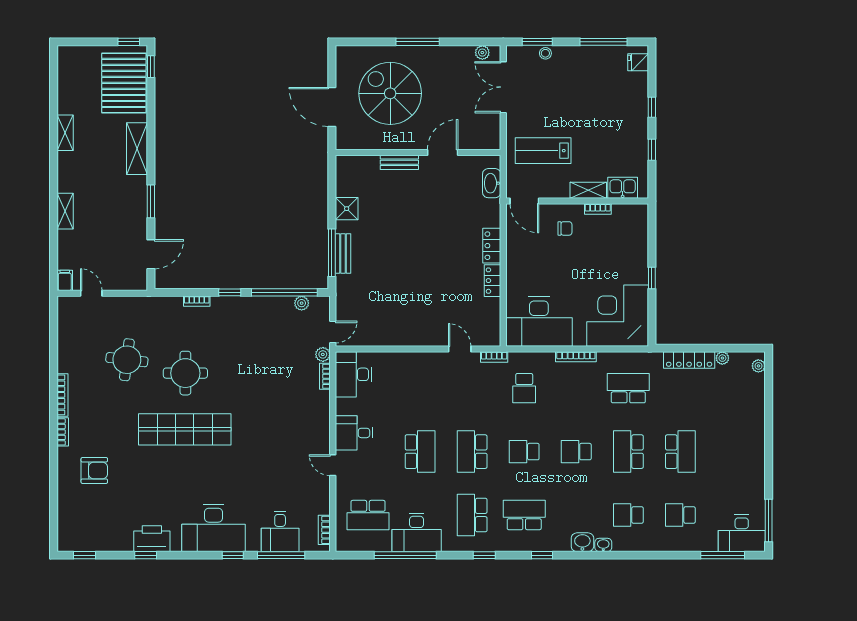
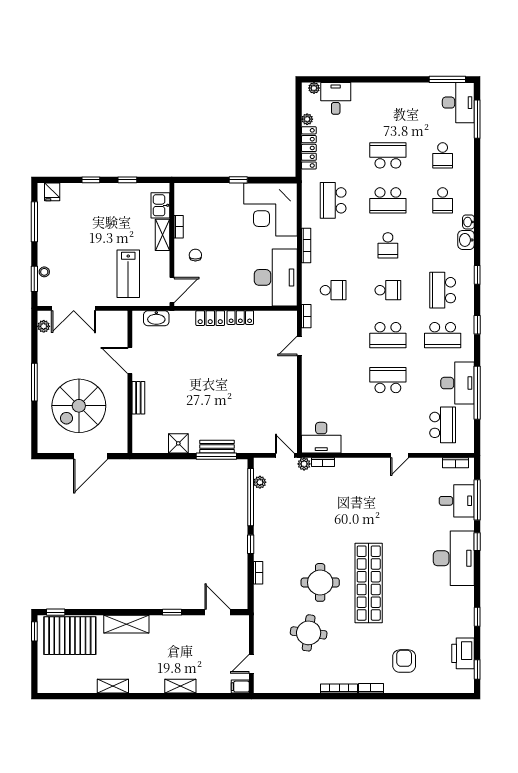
window: (151, 201) -> (172, 612), width x0.67
desk: (354, 433) -> (336, 98), moved, turned 180
school desk: (524, 452) -> (388, 290), turned -90
printer: (152, 539) -> (463, 653), moved

